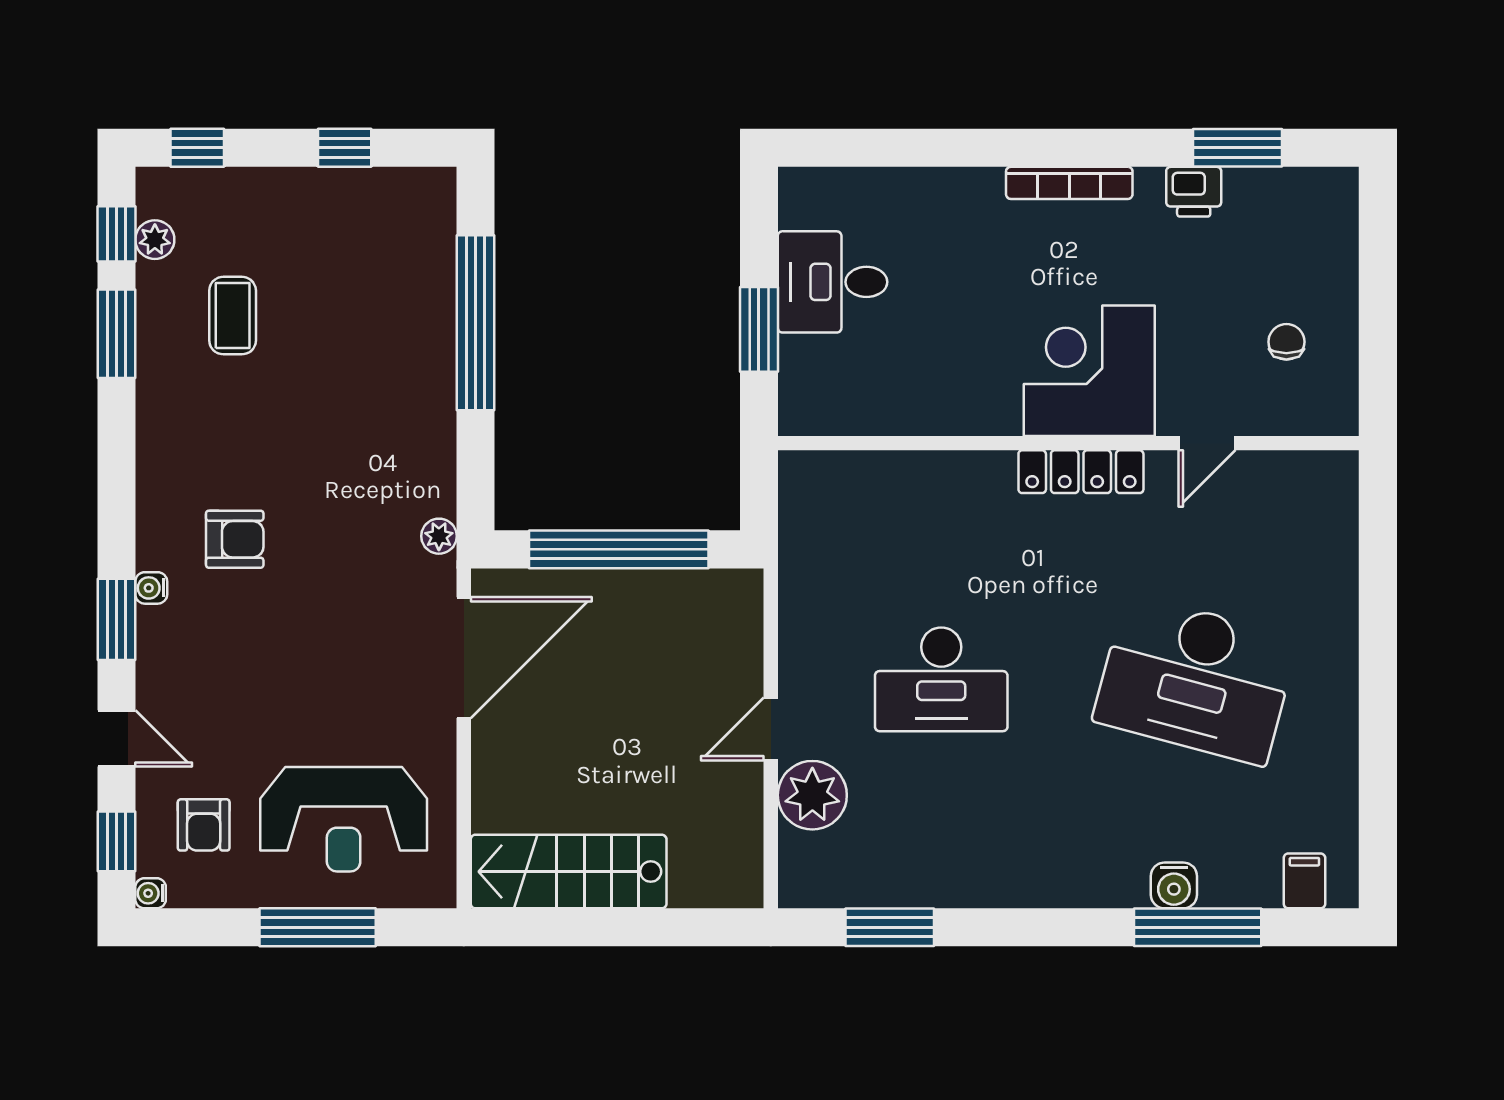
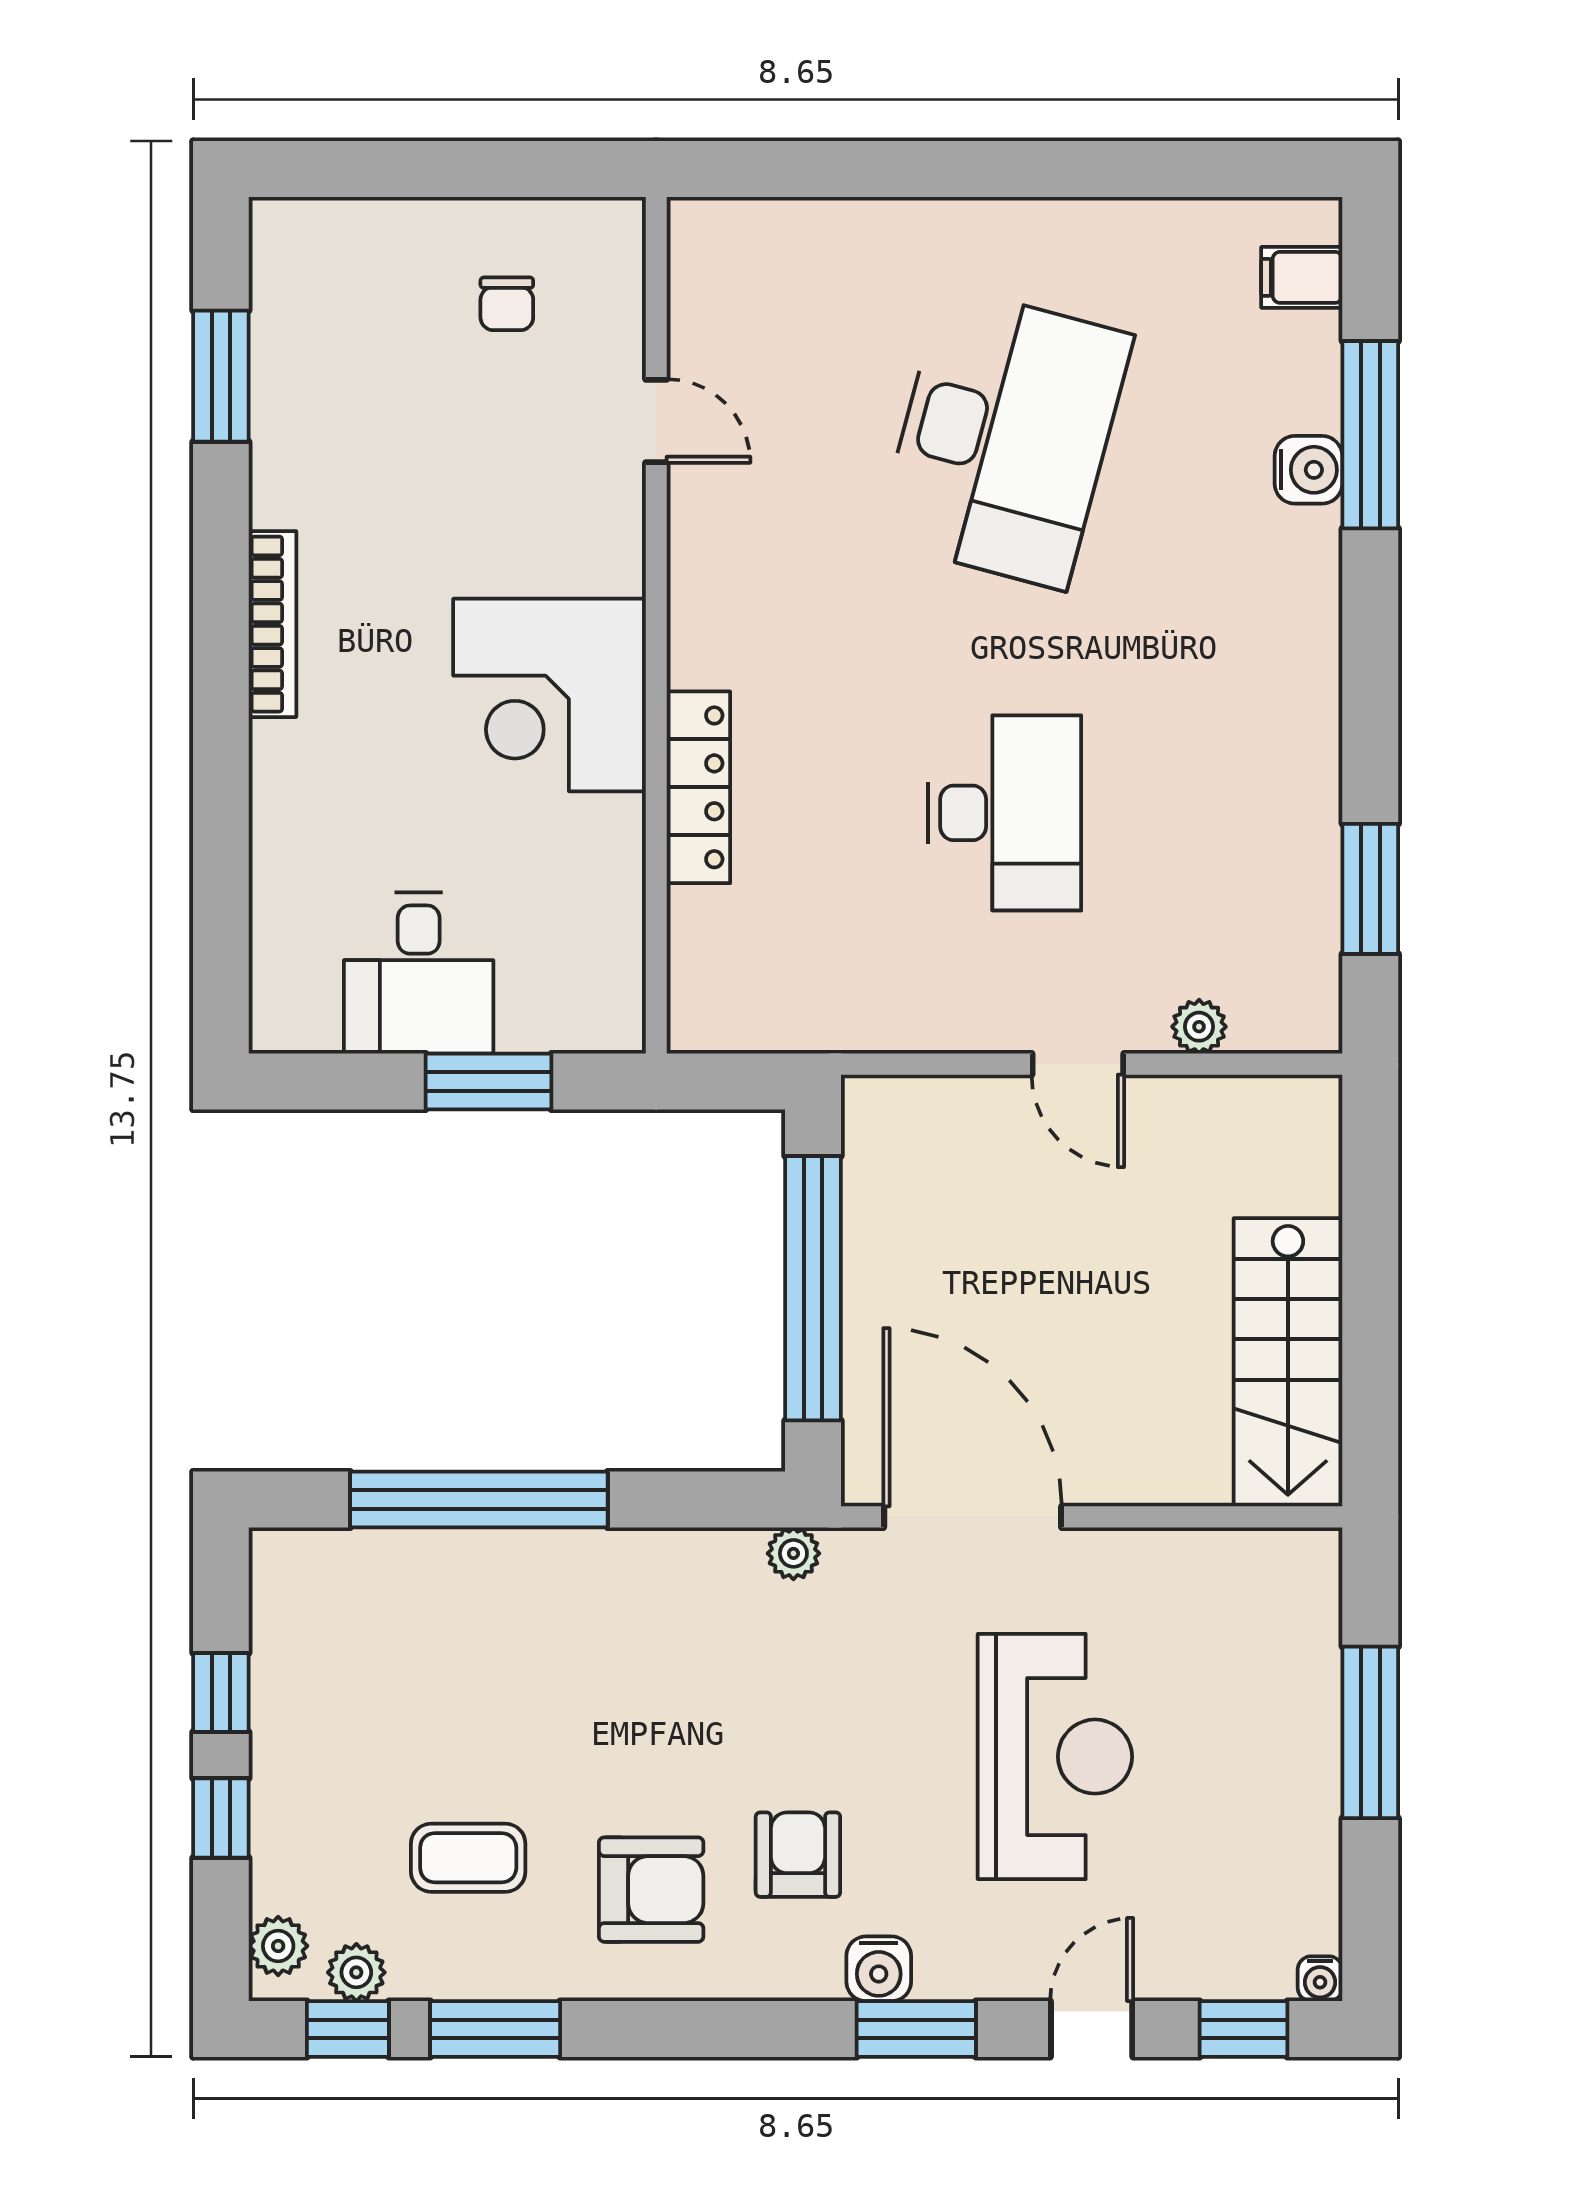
window: (197, 148) -> (221, 1818), moved
plant: (173, 187) -> (278, 1946), added
printer: (1194, 192) -> (286, 441), removed
chair: (1286, 342) -> (507, 304), turned -90
corner desk: (1089, 371) -> (550, 695), moved
locker: (1081, 472) -> (698, 787), moved
water cooler: (151, 588) -> (879, 1969), width x1.38, depth x1.38
plant: (812, 795) -> (1199, 1027), width x0.53, depth x0.53
reception desk: (344, 819) -> (1055, 1757), moved
armchair: (204, 825) -> (651, 1890), moved, width x1.38, depth x1.38

